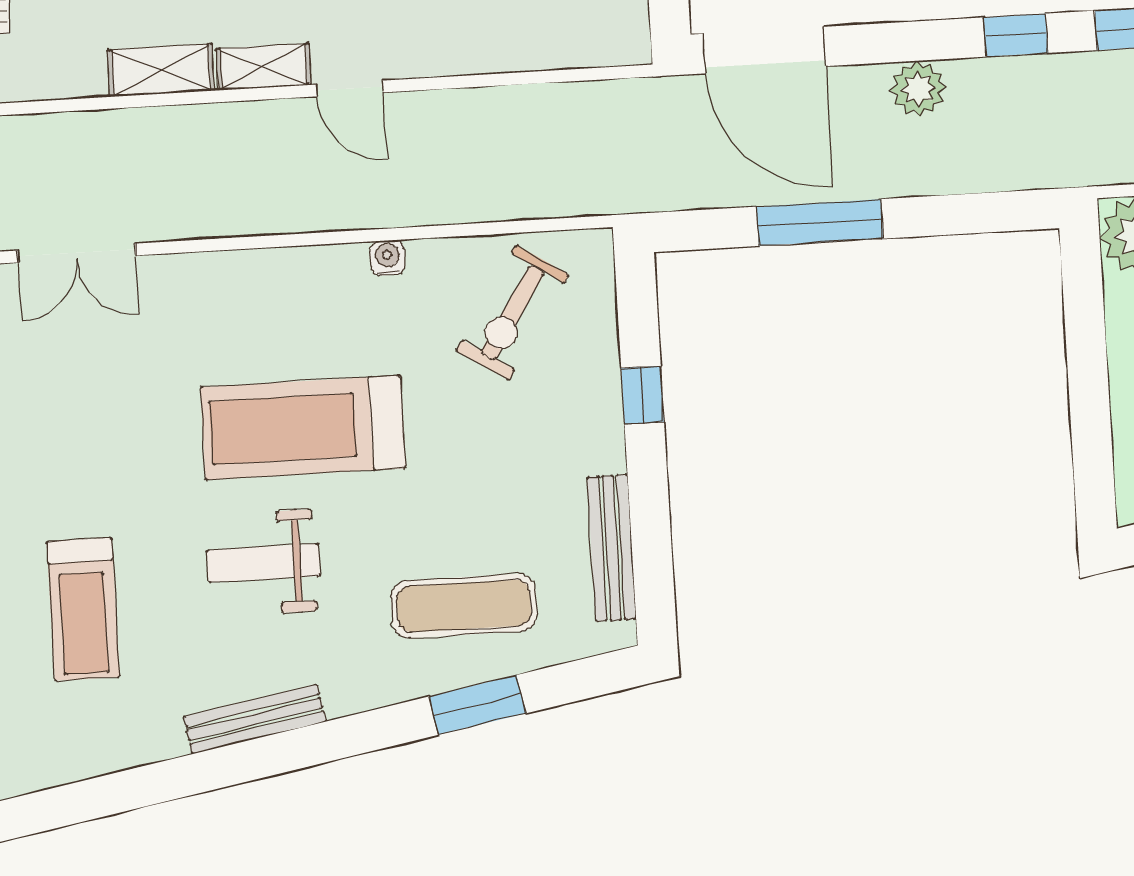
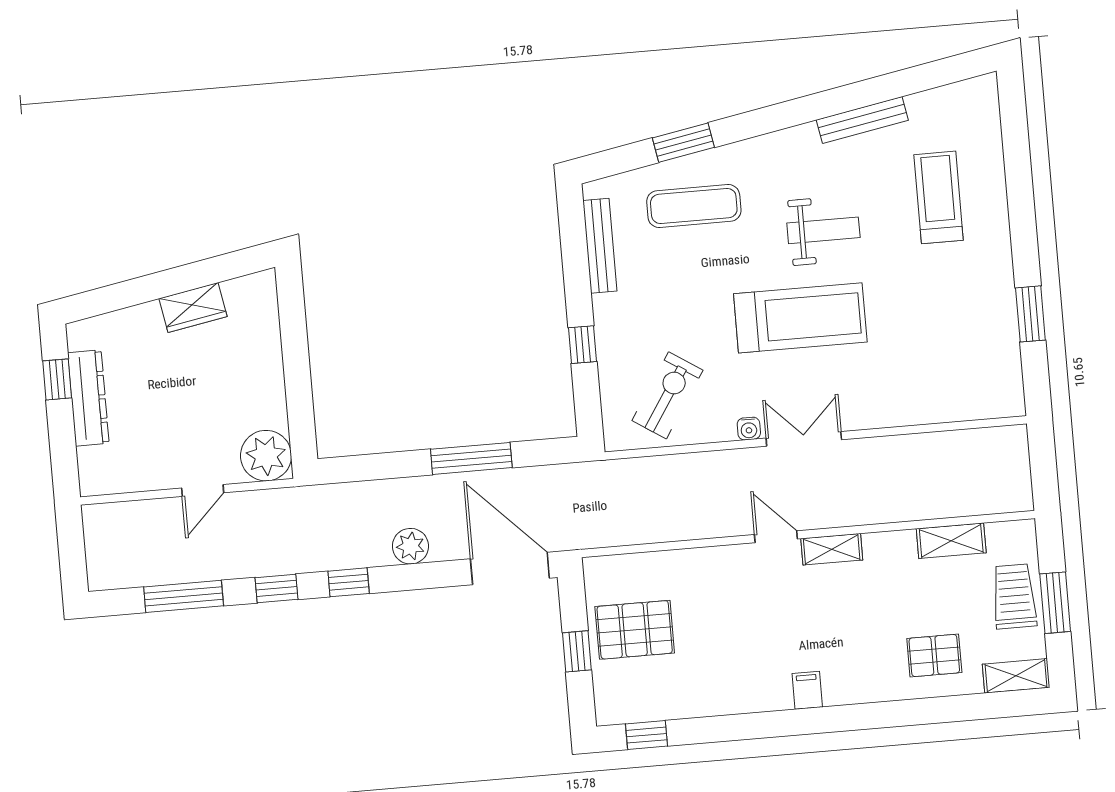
shelving: (161, 70) -> (951, 541), moved
double door: (76, 253) -> (804, 439), moved
bench: (255, 719) -> (862, 120), moved

